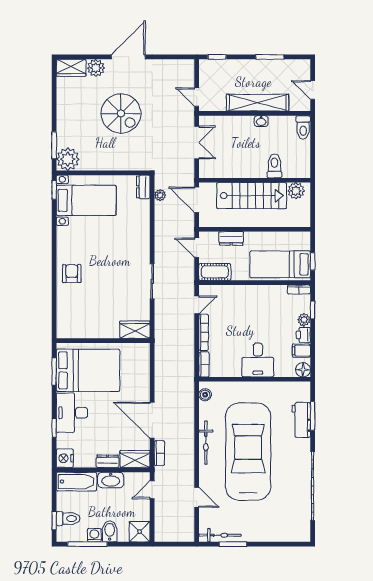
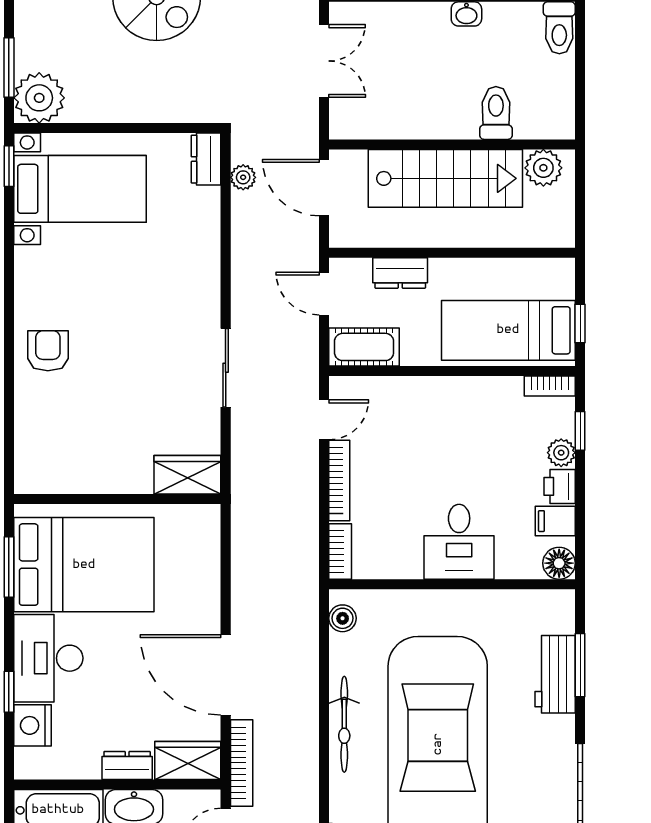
bookcase: (159, 453) -> (242, 763), width x1.56
nightstand: (65, 458) -> (33, 725), moved

